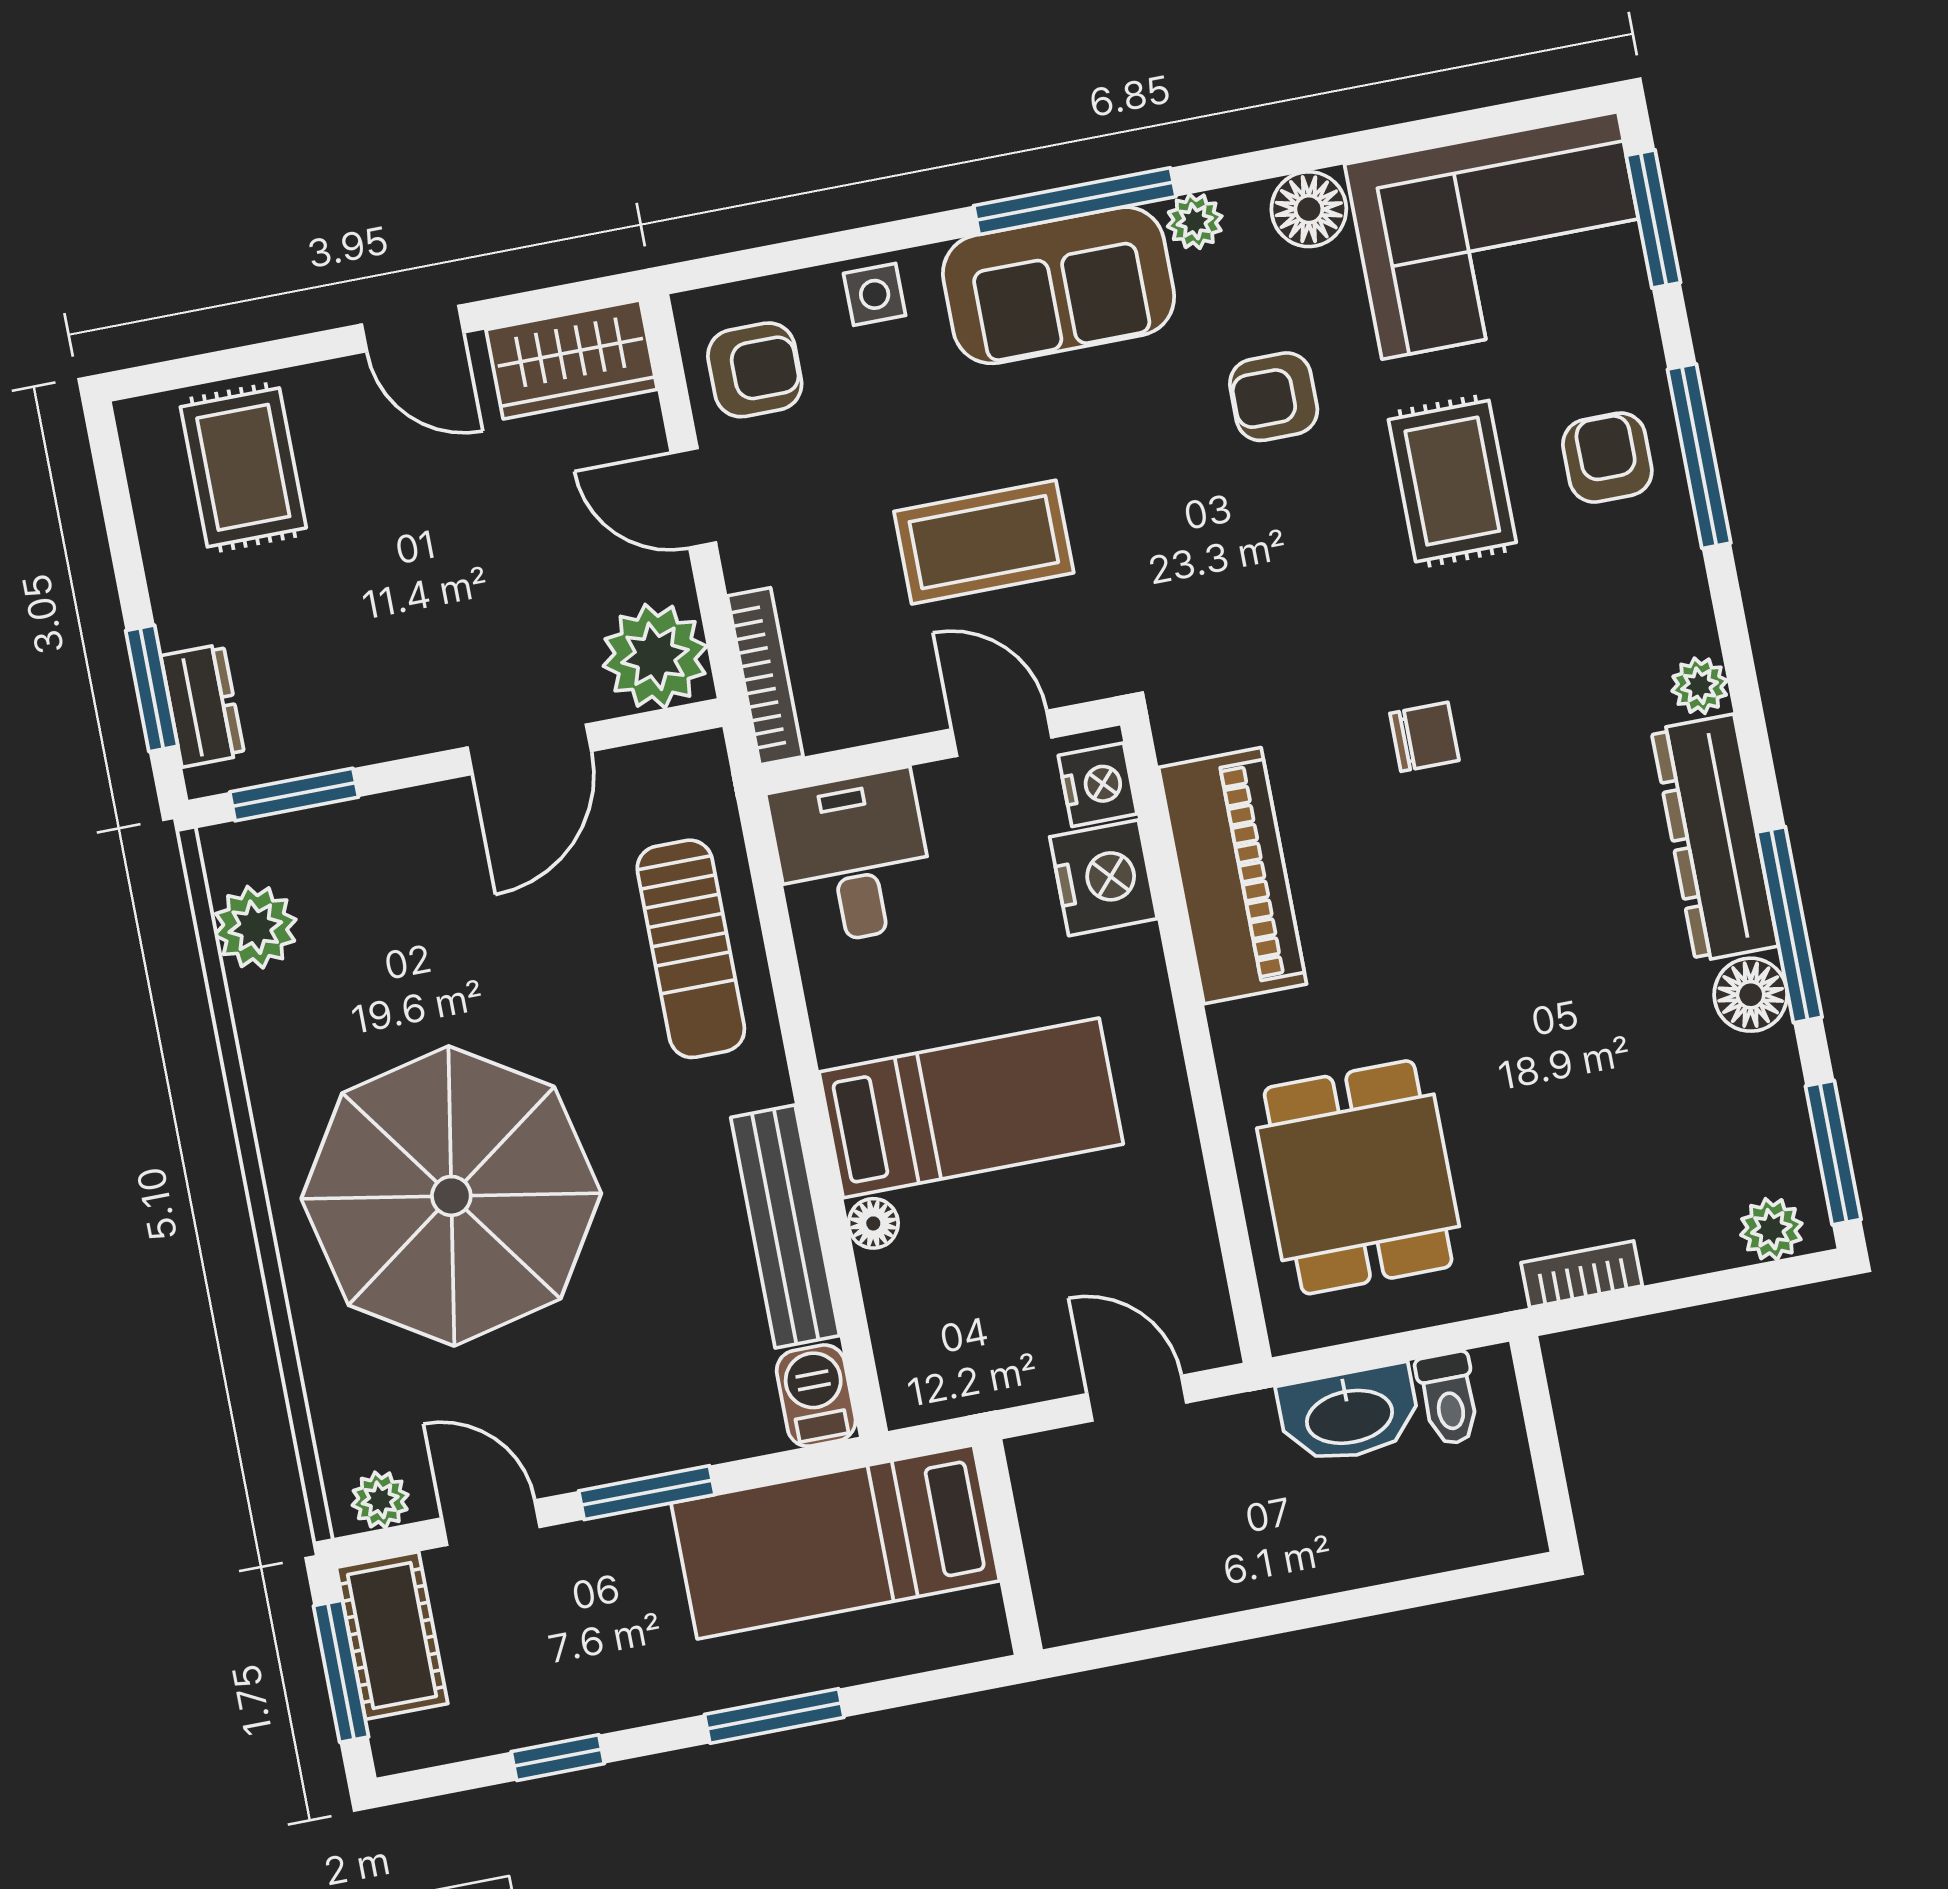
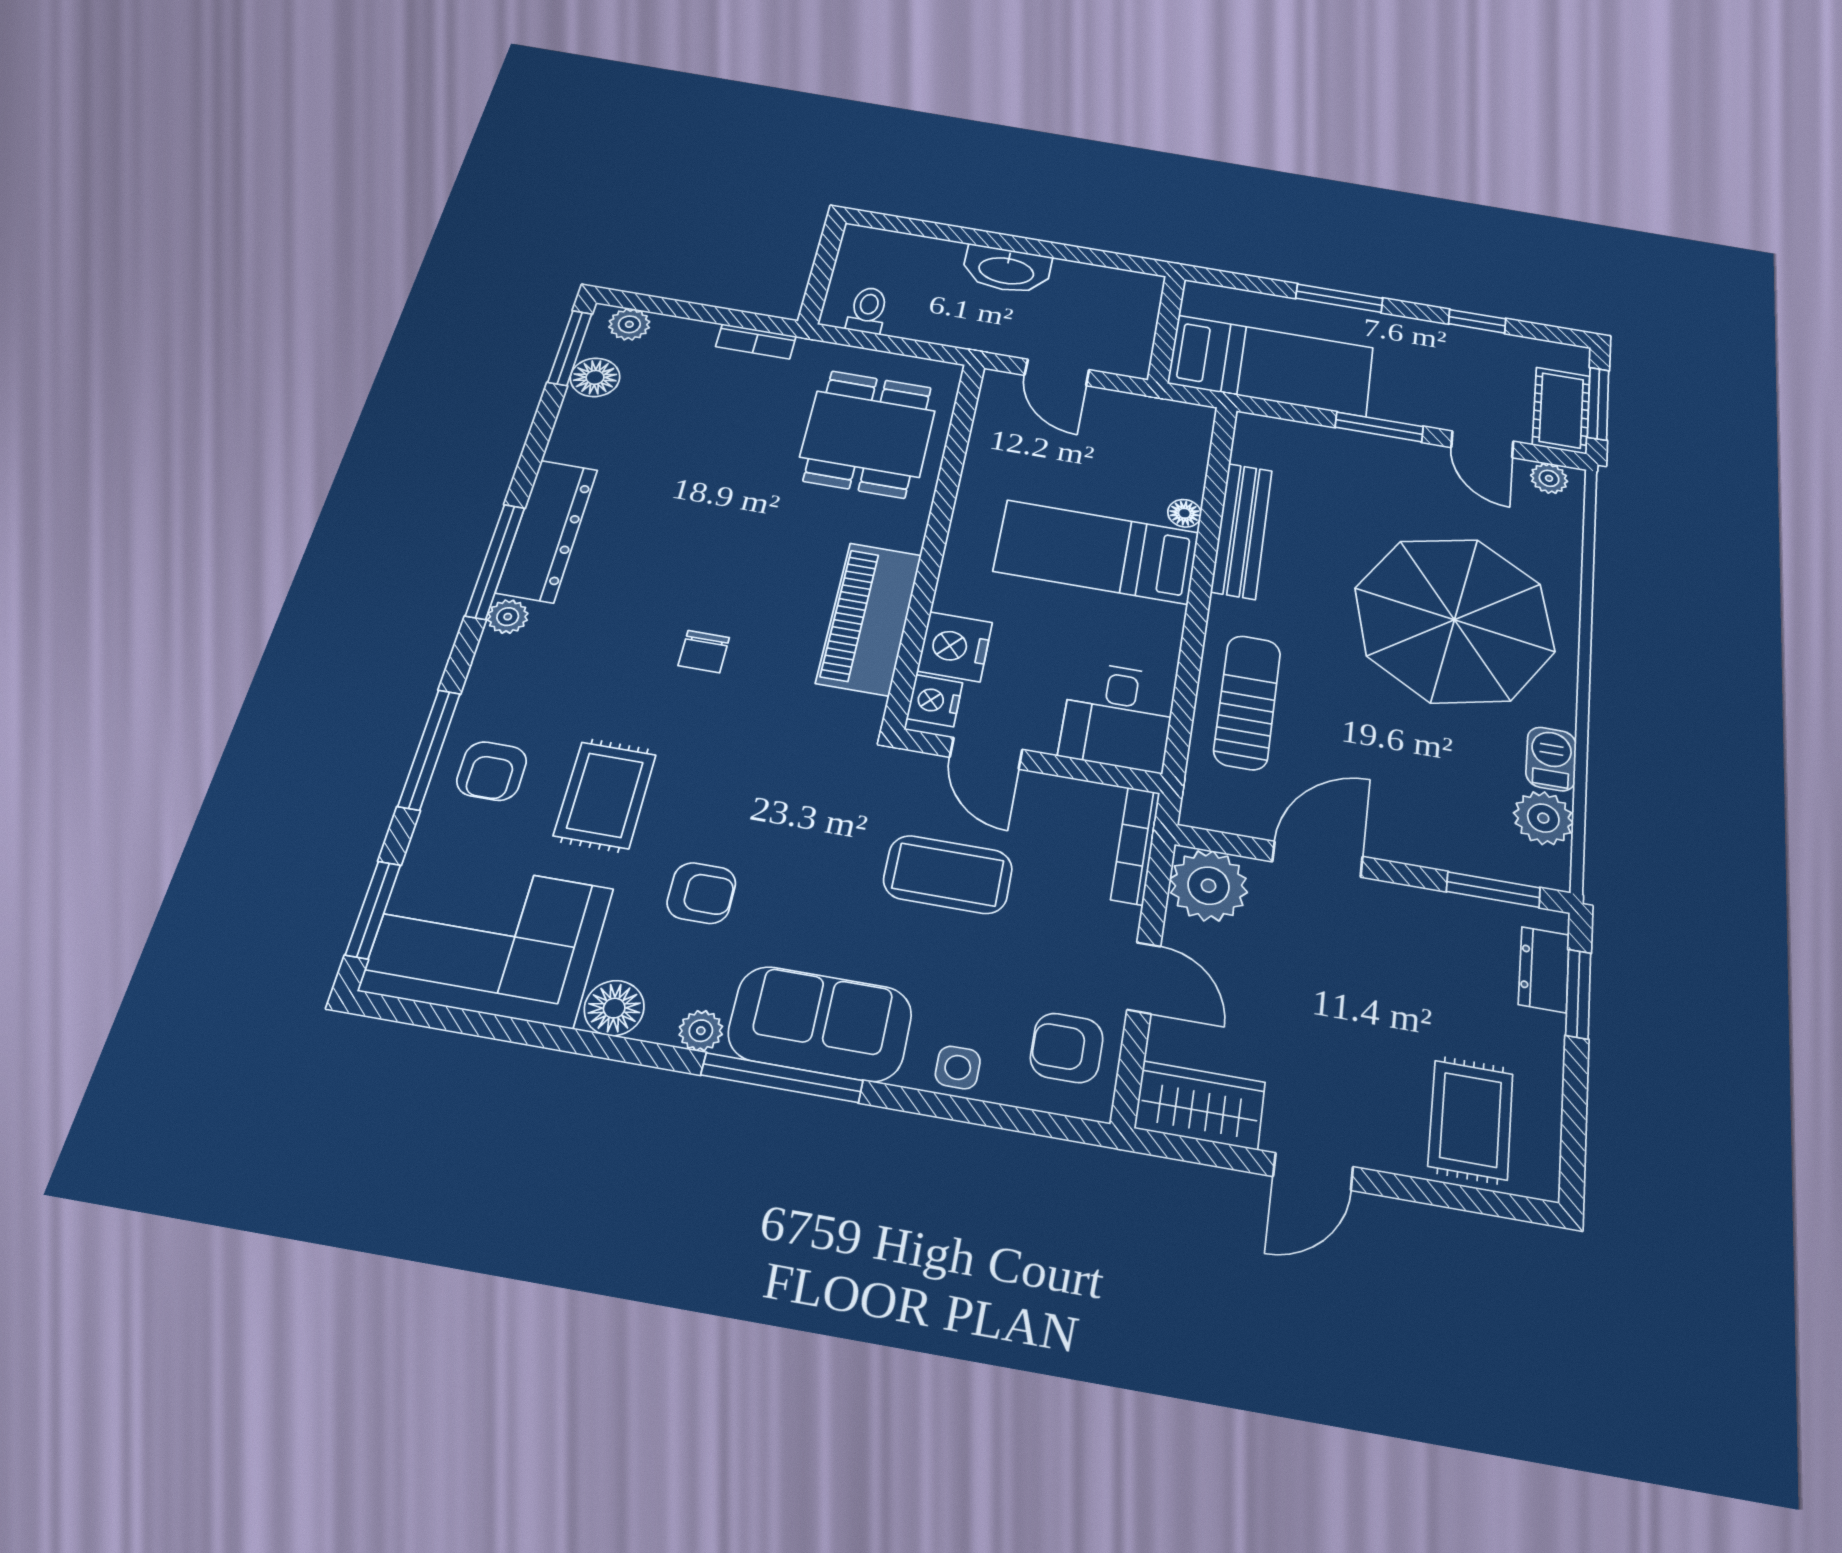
door: (413, 329) -> (1313, 1172), swing flipped
chair: (1424, 737) -> (704, 652), turned -90
window: (1789, 925) -> (495, 561), moved
floor lamp: (1751, 995) -> (595, 377), moved
barbecue: (816, 1396) -> (1551, 759), moved, turned 180
washbasin: (1349, 1414) -> (1007, 270), moved, turned 180

